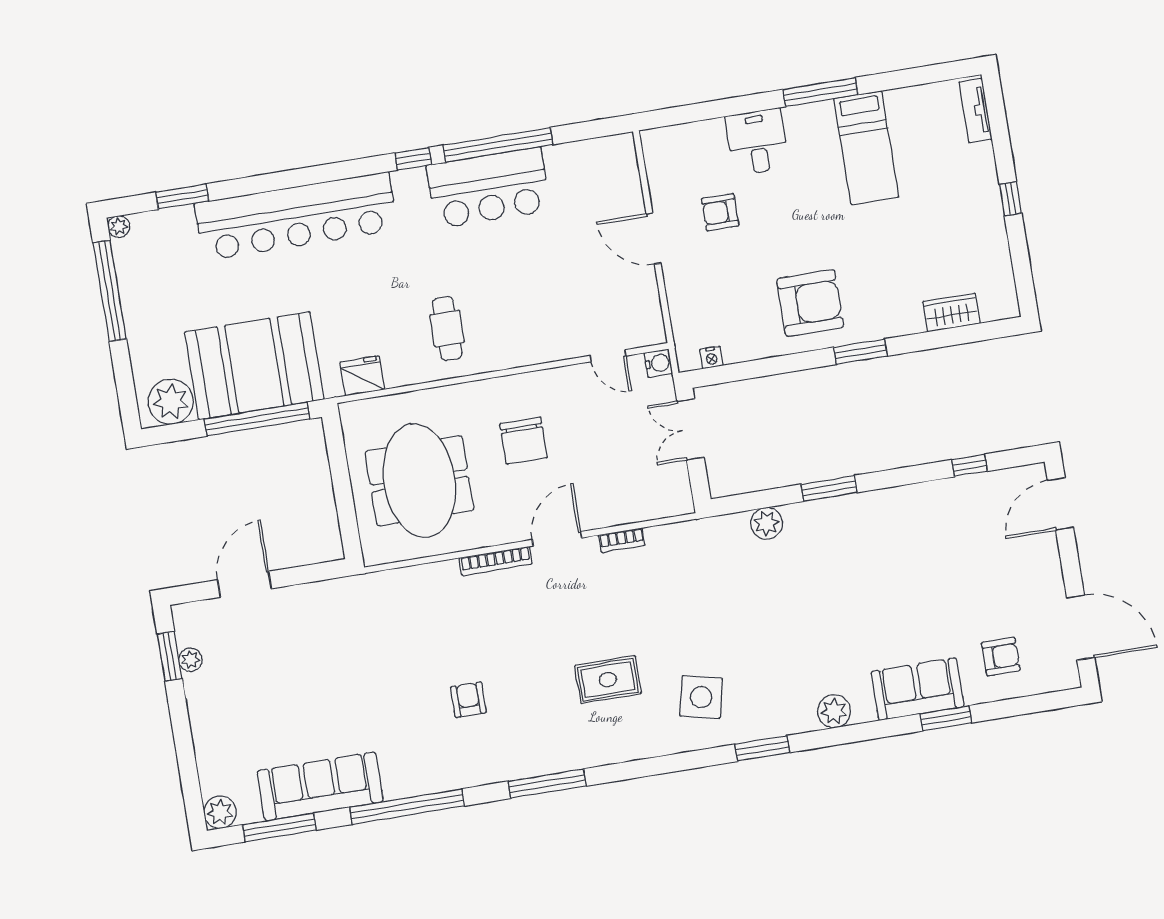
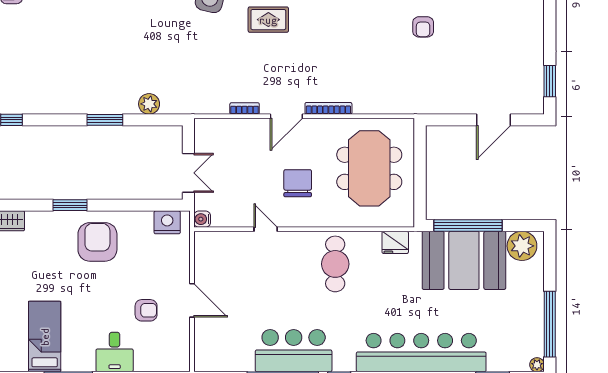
armchair: (810, 303) -> (97, 242), turned 90
cafe table: (447, 329) -> (335, 264), width x1.37, depth x1.35
door: (608, 356) -> (266, 229), moved
nightstand: (711, 357) -> (167, 222), width x1.89, depth x1.79
plant: (190, 660) -> (537, 77), removed
armchair: (468, 700) -> (423, 27), moved

